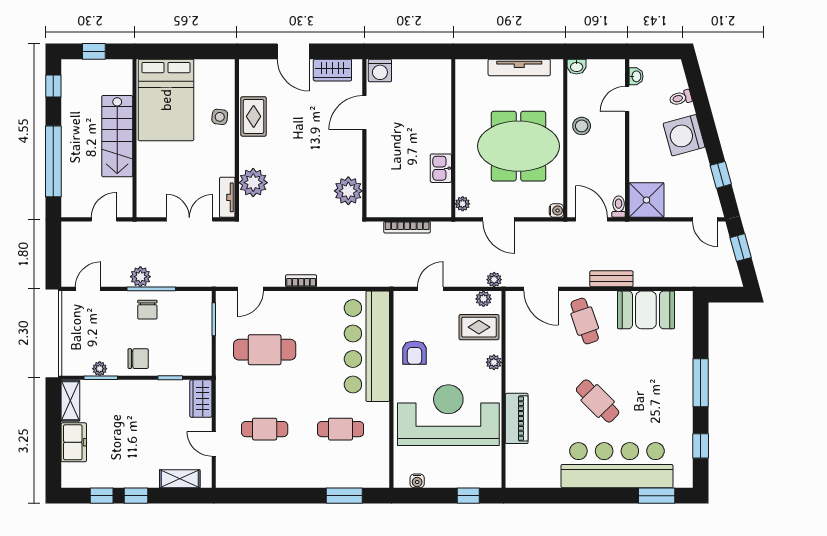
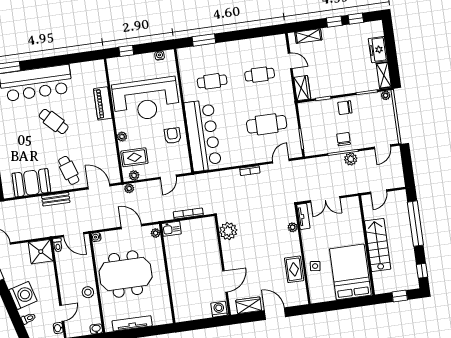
kitchen sink: (441, 168) -> (171, 229), moved, turned 90
plant: (253, 183) -> (293, 227), width x0.53, depth x0.53
plant: (100, 369) -> (386, 95), moved

